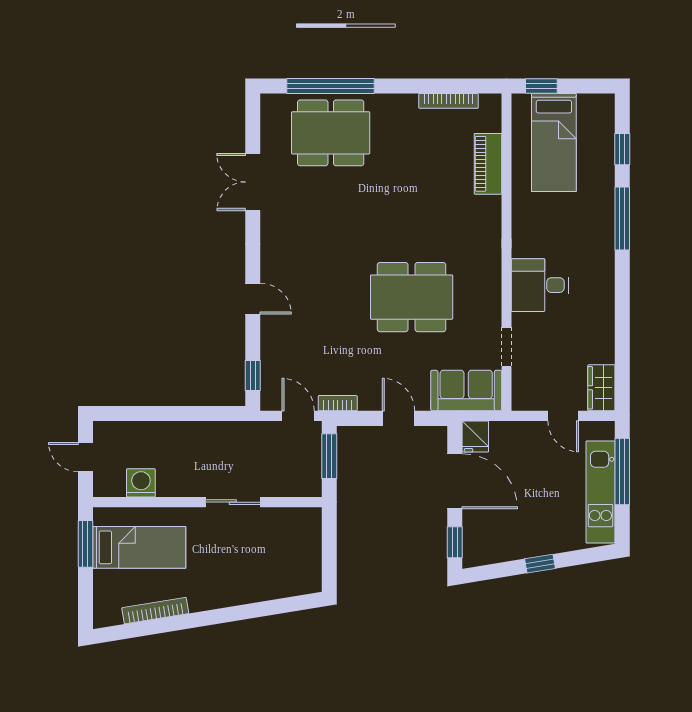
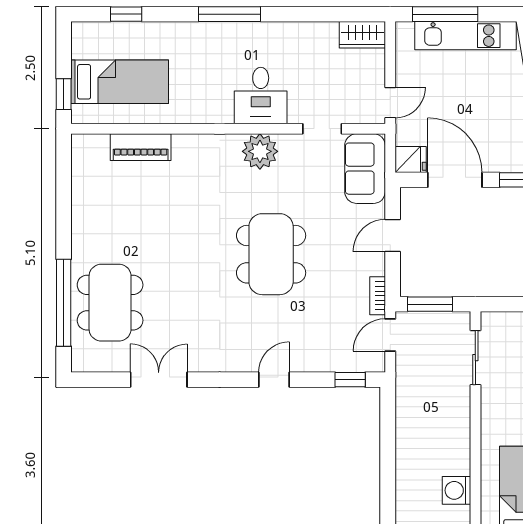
bookcase: (448, 101) -> (78, 186), removed
double door: (253, 182) -> (159, 380), swing flipped
window: (622, 219) -> (230, 14), moved
plant: (483, 284) -> (260, 151), added
dining table: (412, 297) -> (271, 254), moved
door: (563, 416) -> (390, 103), moved
door: (455, 481) -> (455, 180), hinge flipped
sliding door: (233, 502) -> (475, 358), moved

